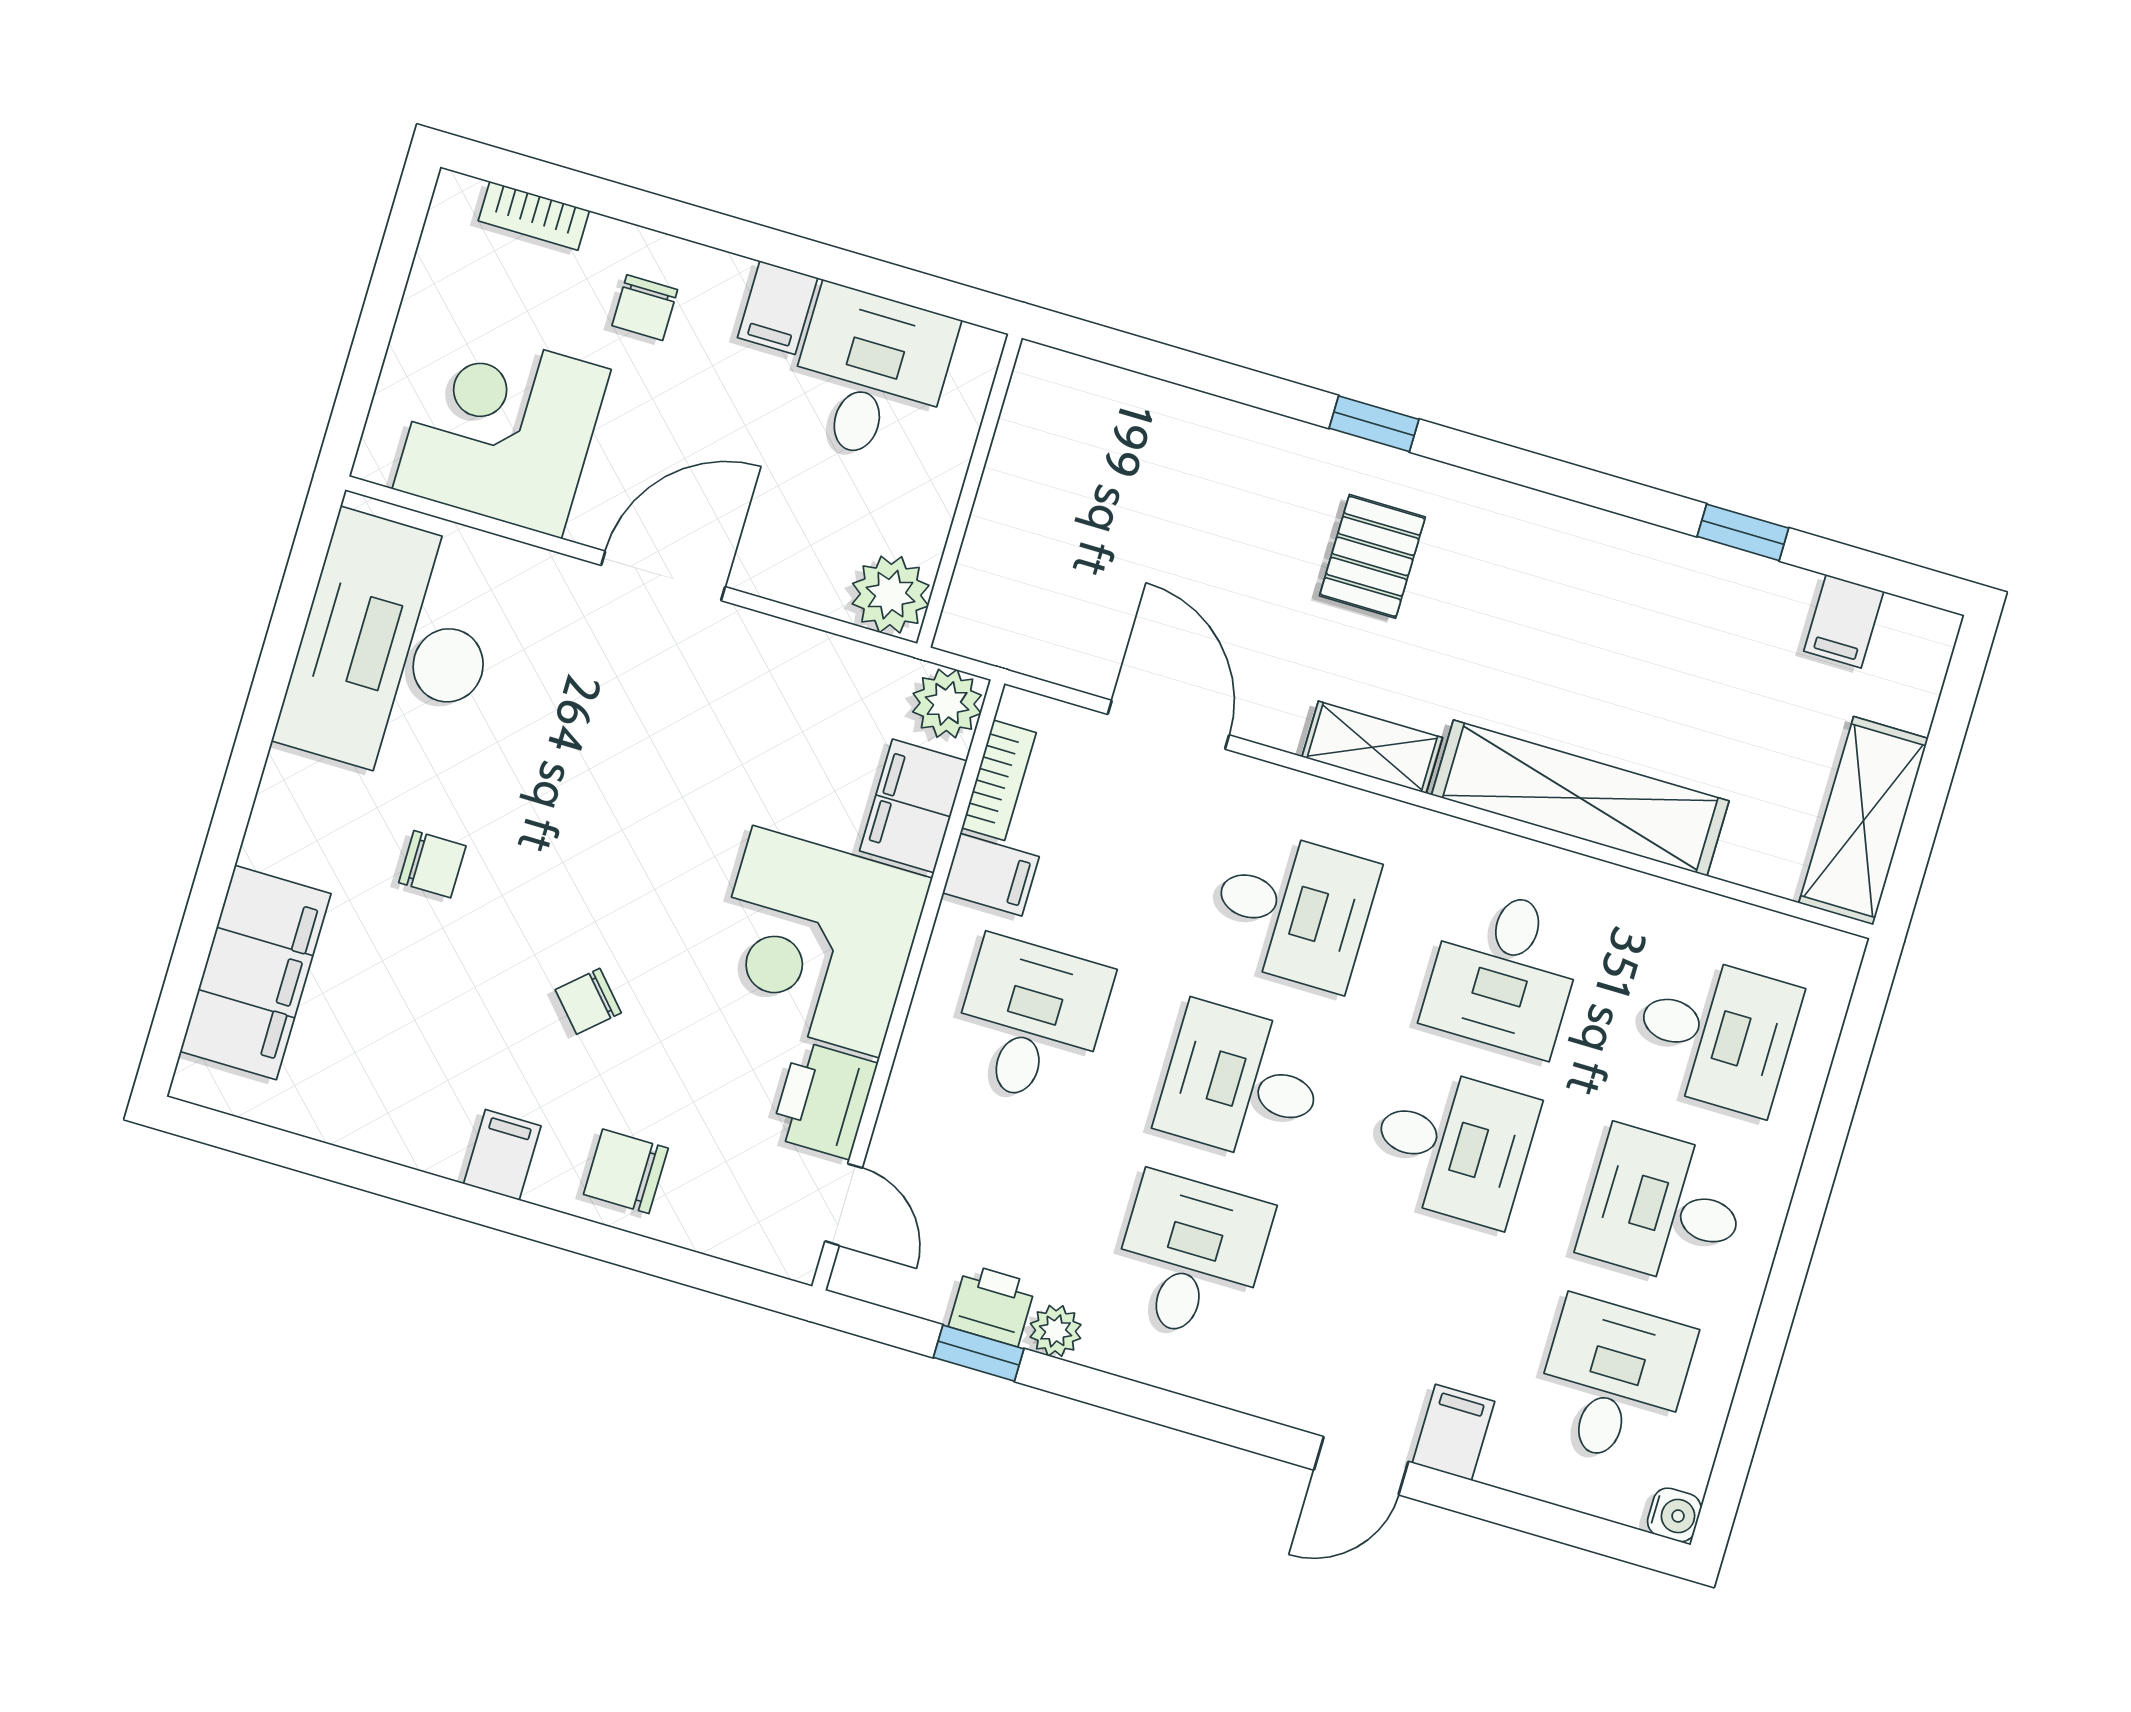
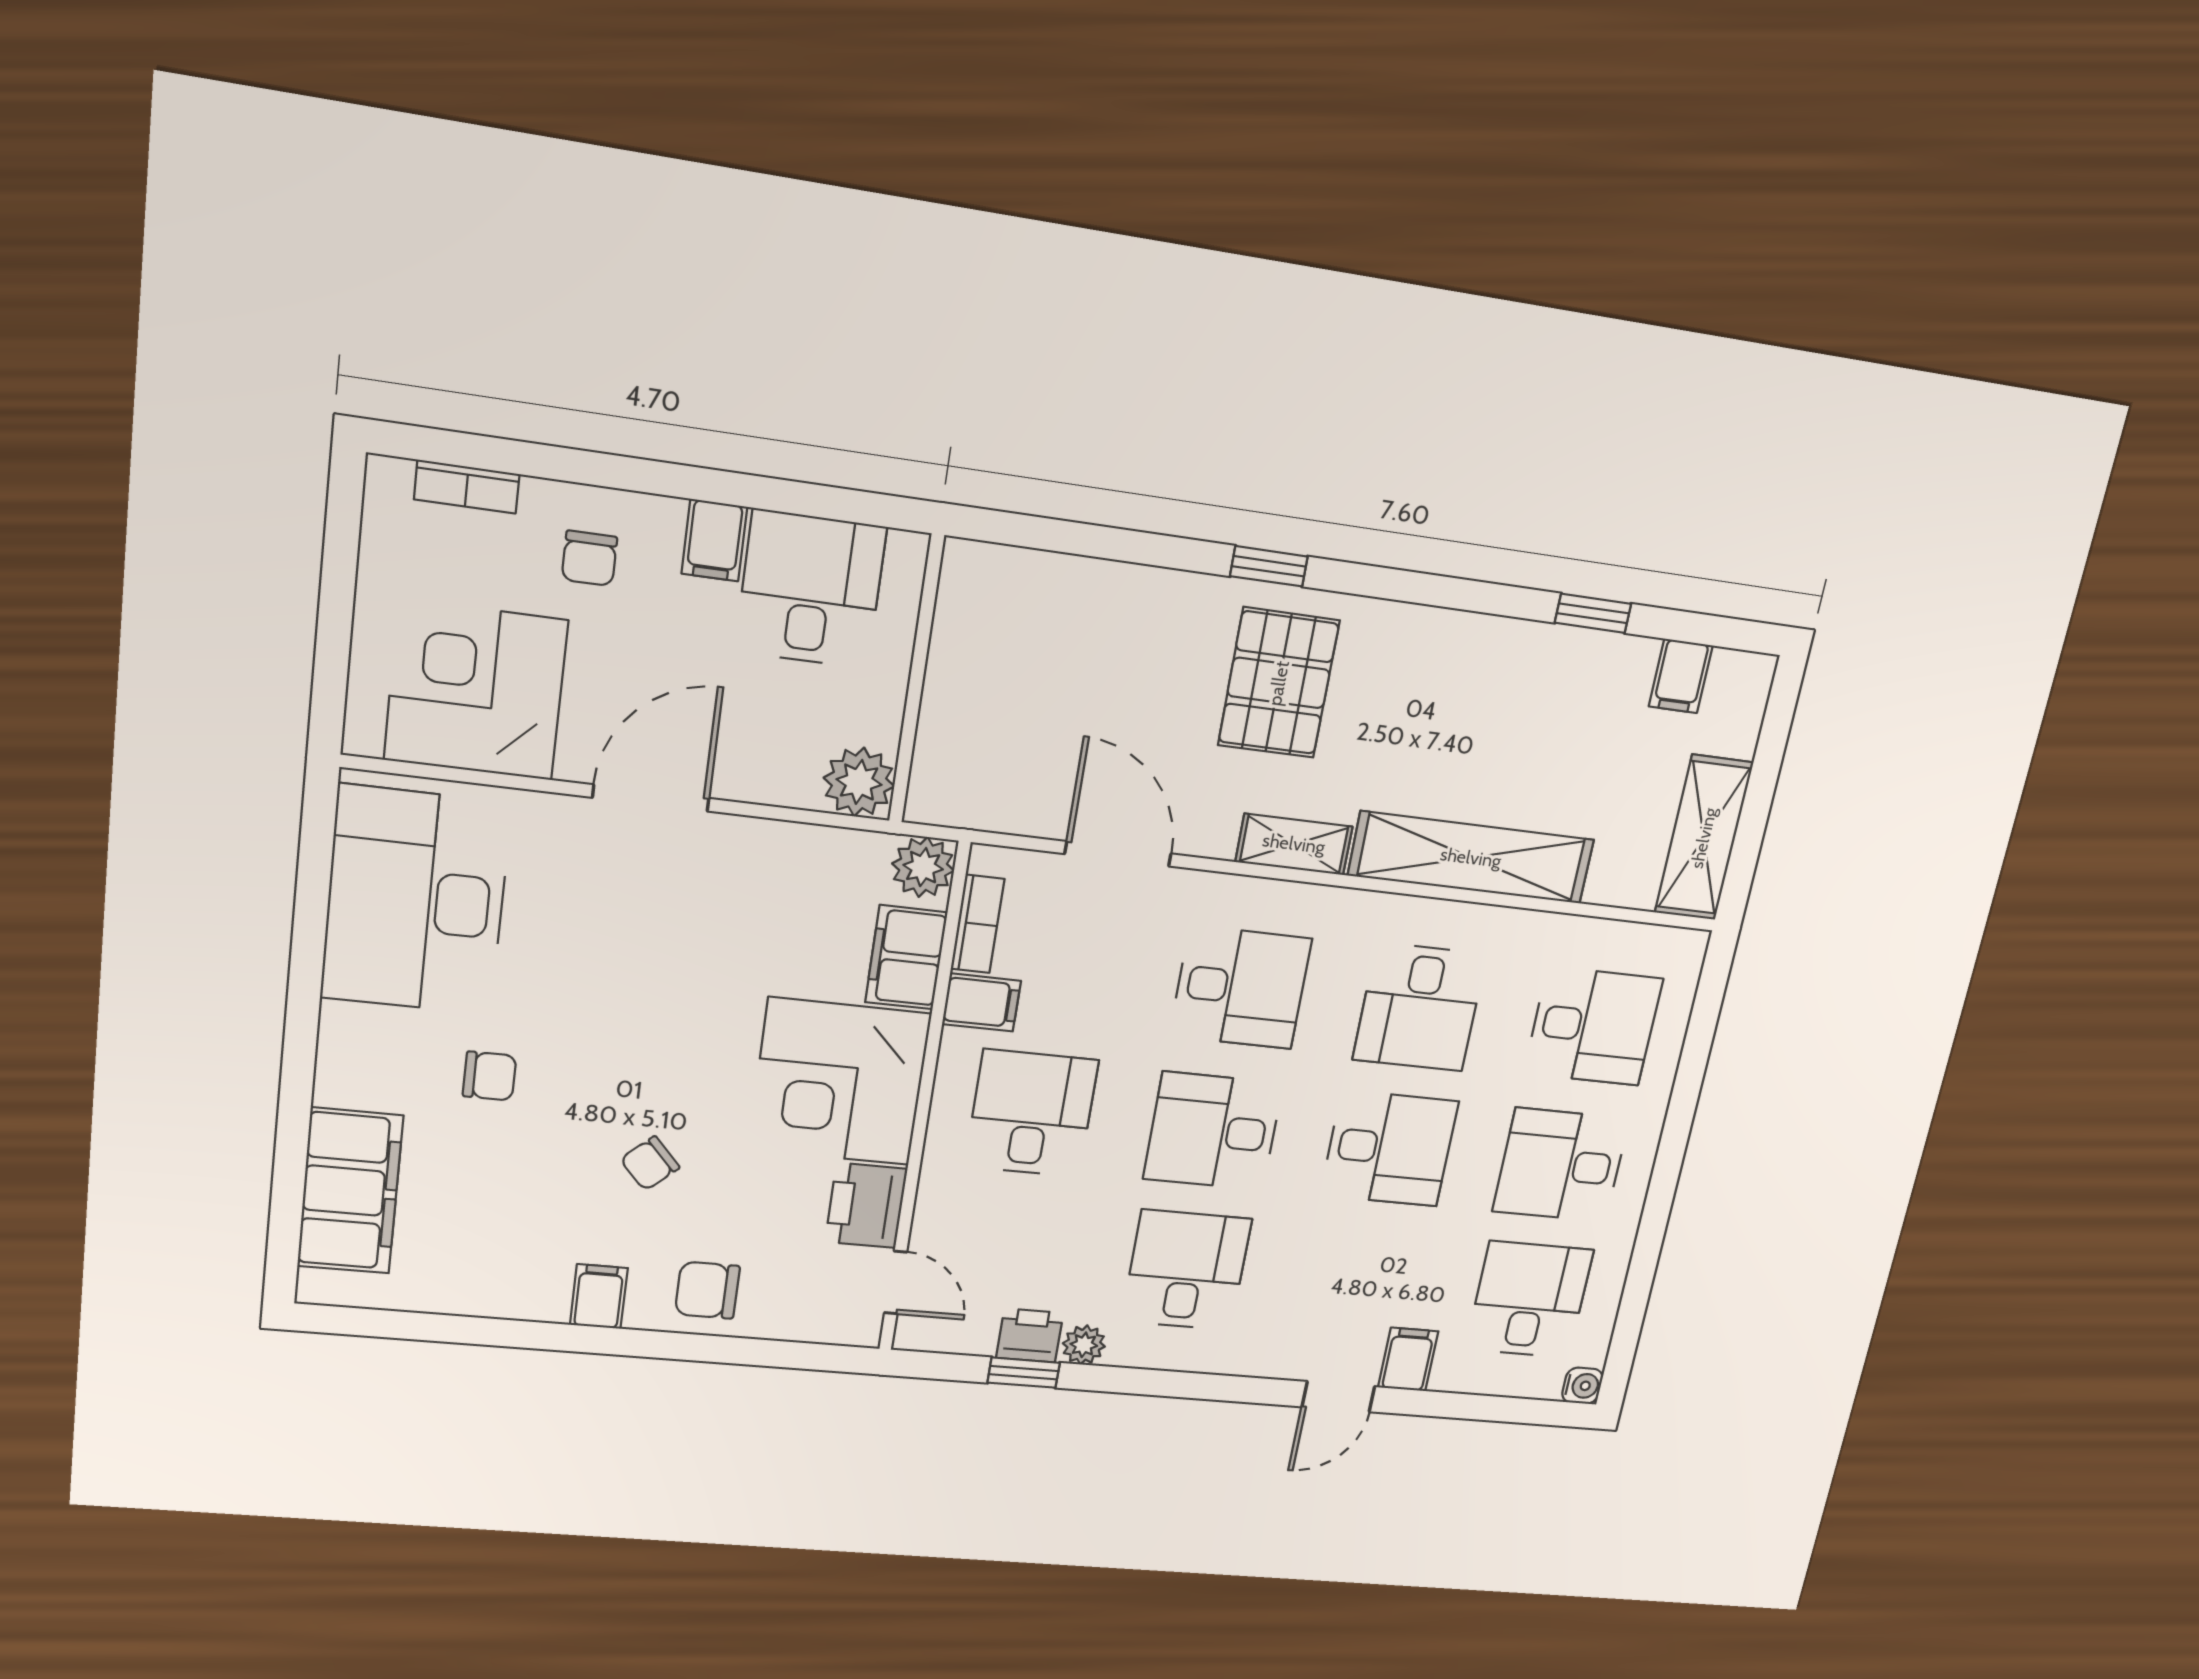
pallet: (1372, 556) -> (1279, 683), width x1.50, depth x1.42

